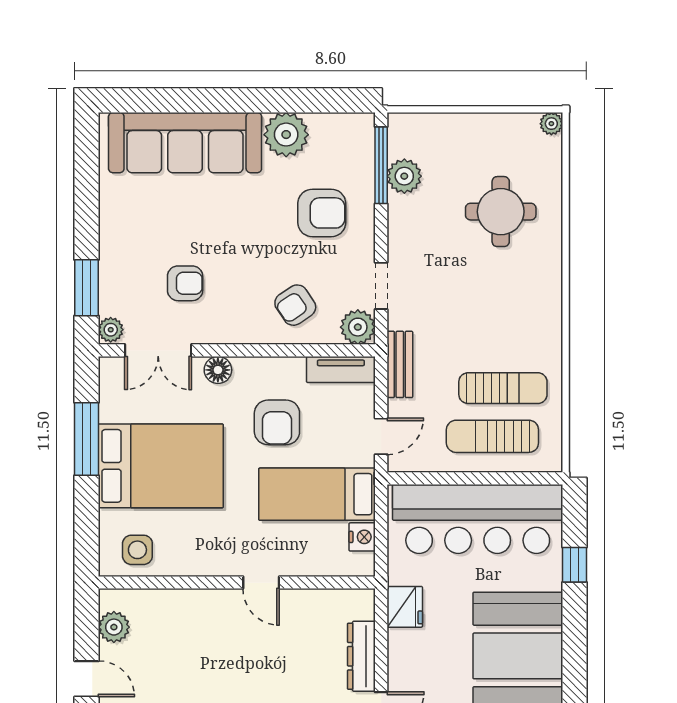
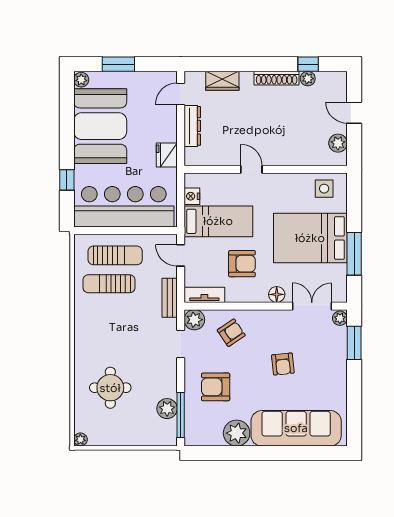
armchair: (185, 283) -> (283, 364), moved, turned -96
armchair: (277, 422) -> (242, 264), turned 90
door: (381, 436) -> (181, 255), hinge flipped

